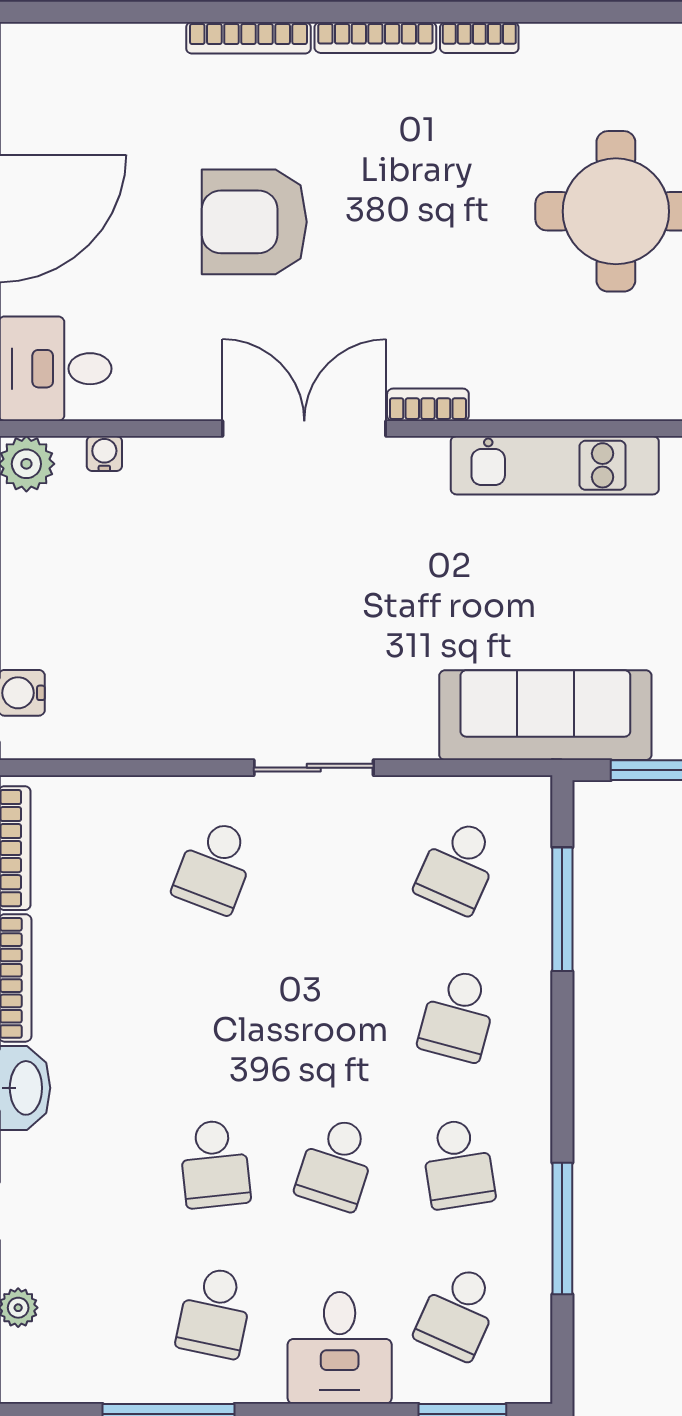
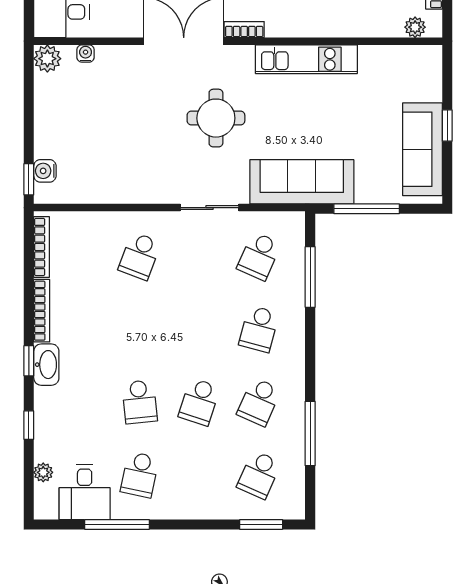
round table: (370, 585) -> (216, 118), added
sliding door: (314, 768) -> (210, 208), moved
school desk: (458, 1164) -> (259, 402), turned 33
desk: (340, 1348) -> (85, 492), moved

